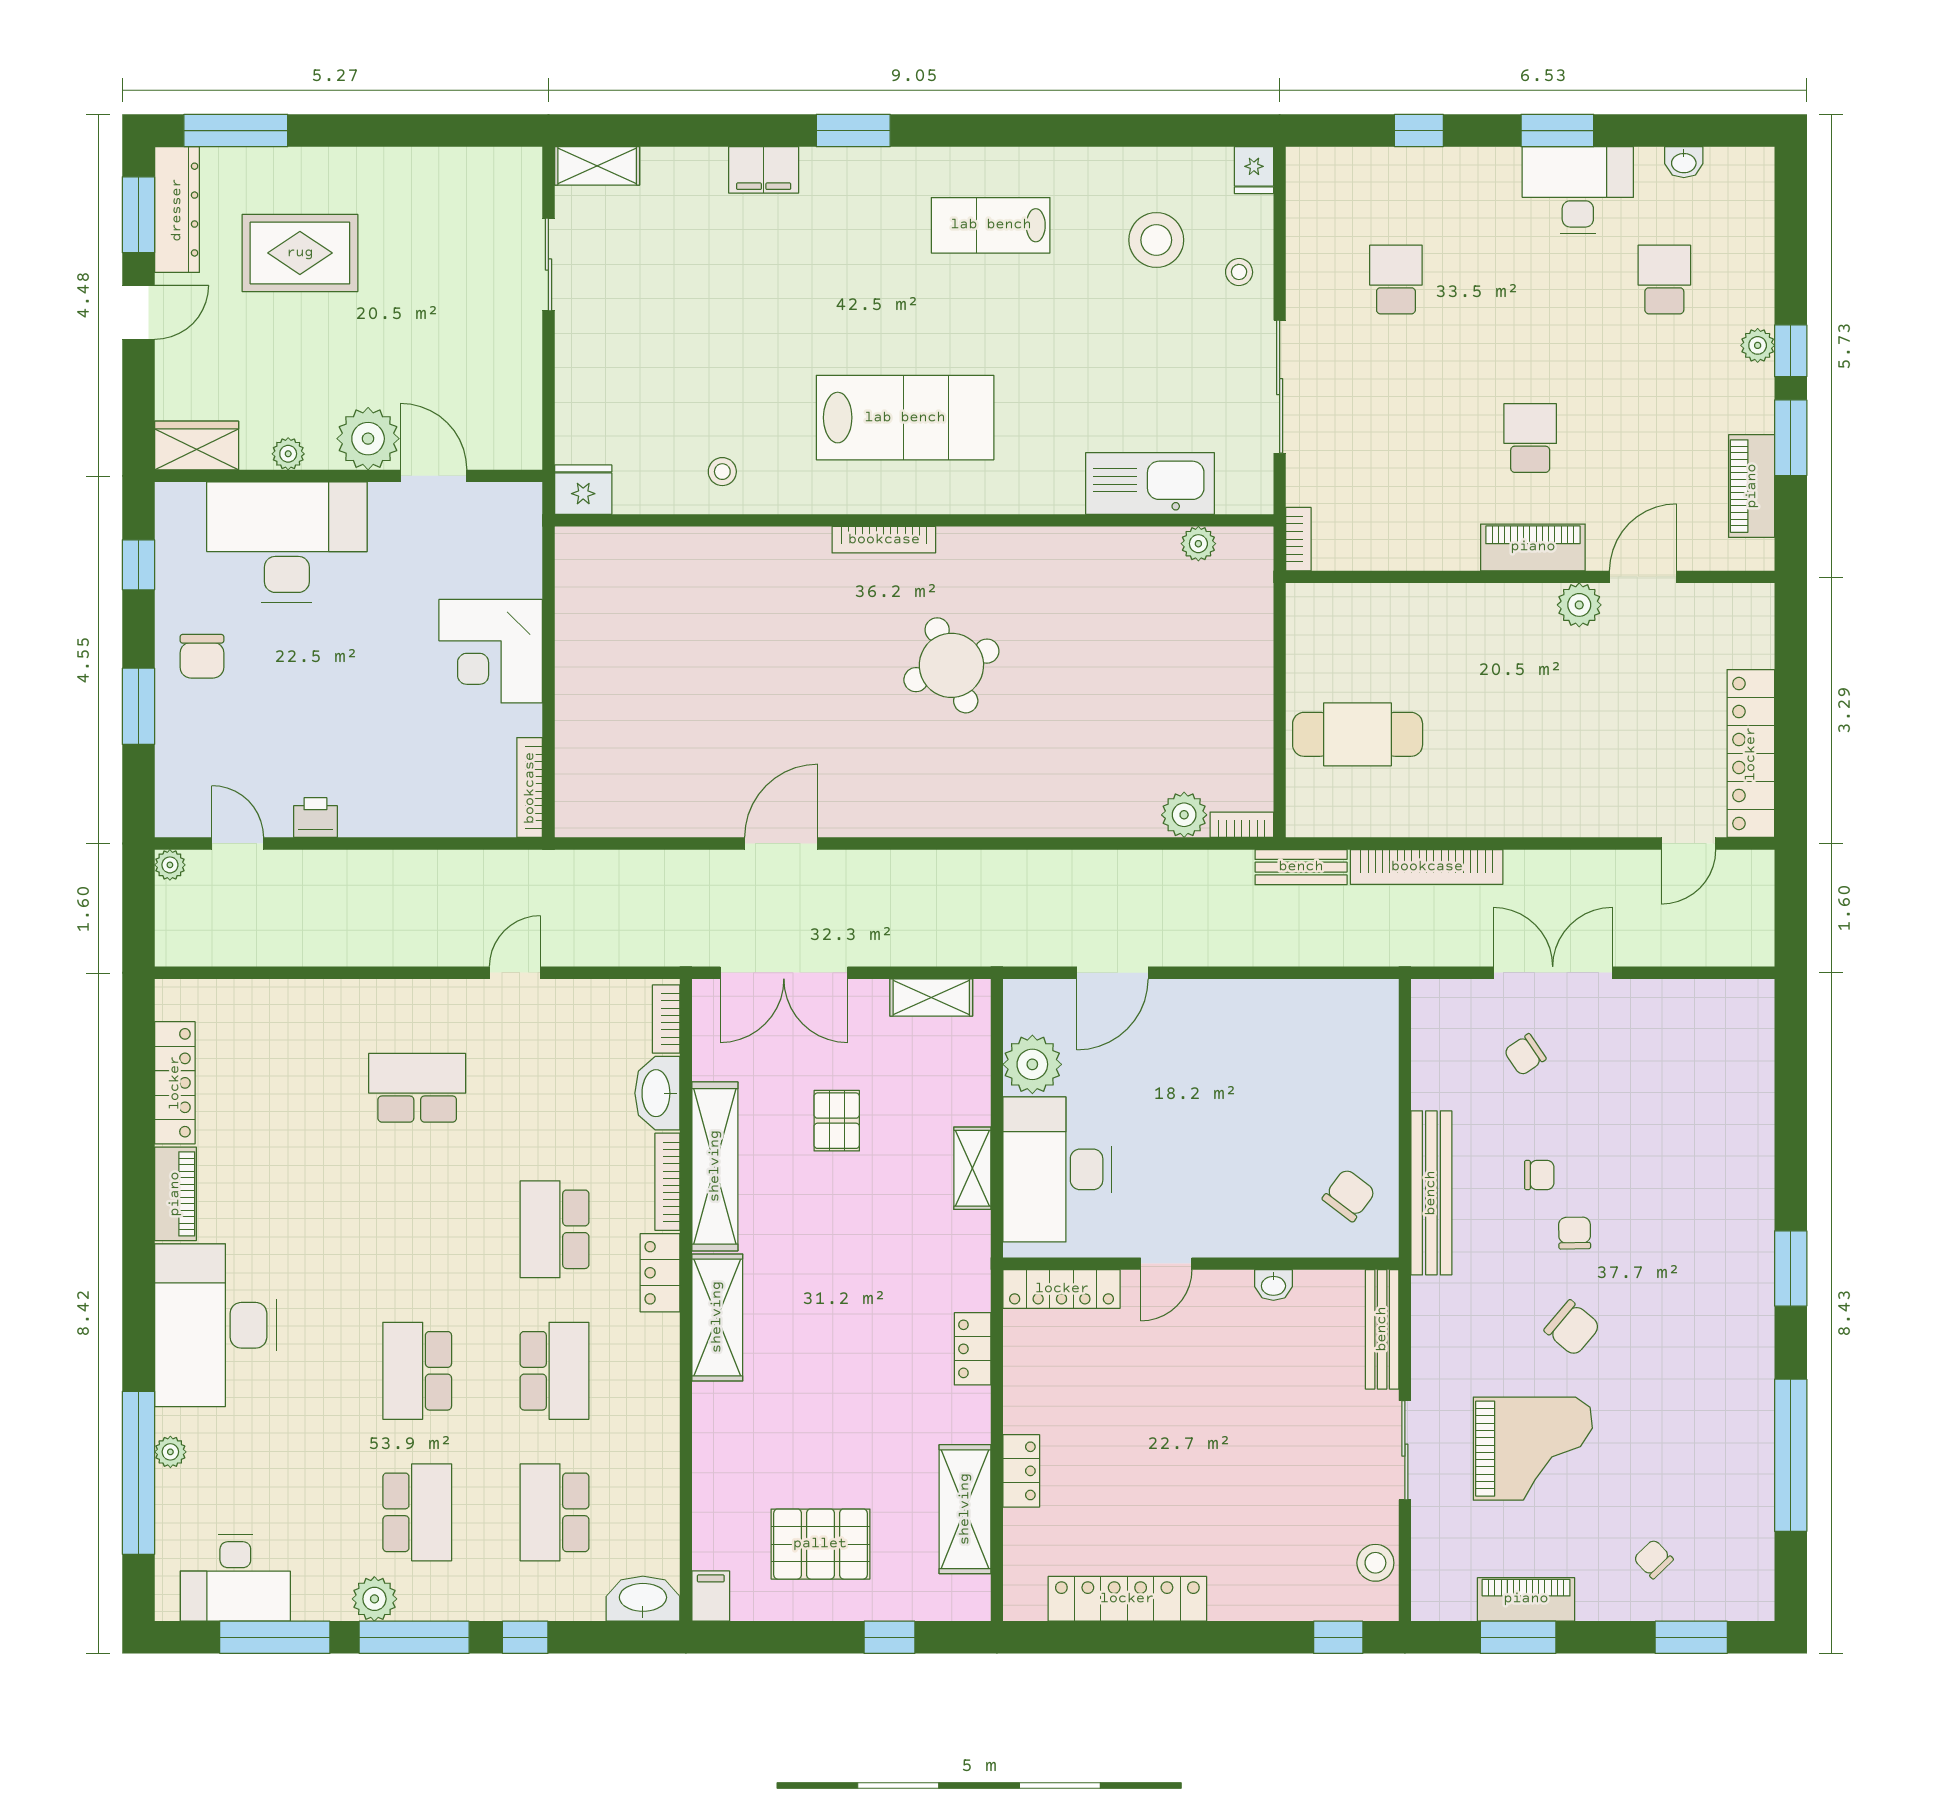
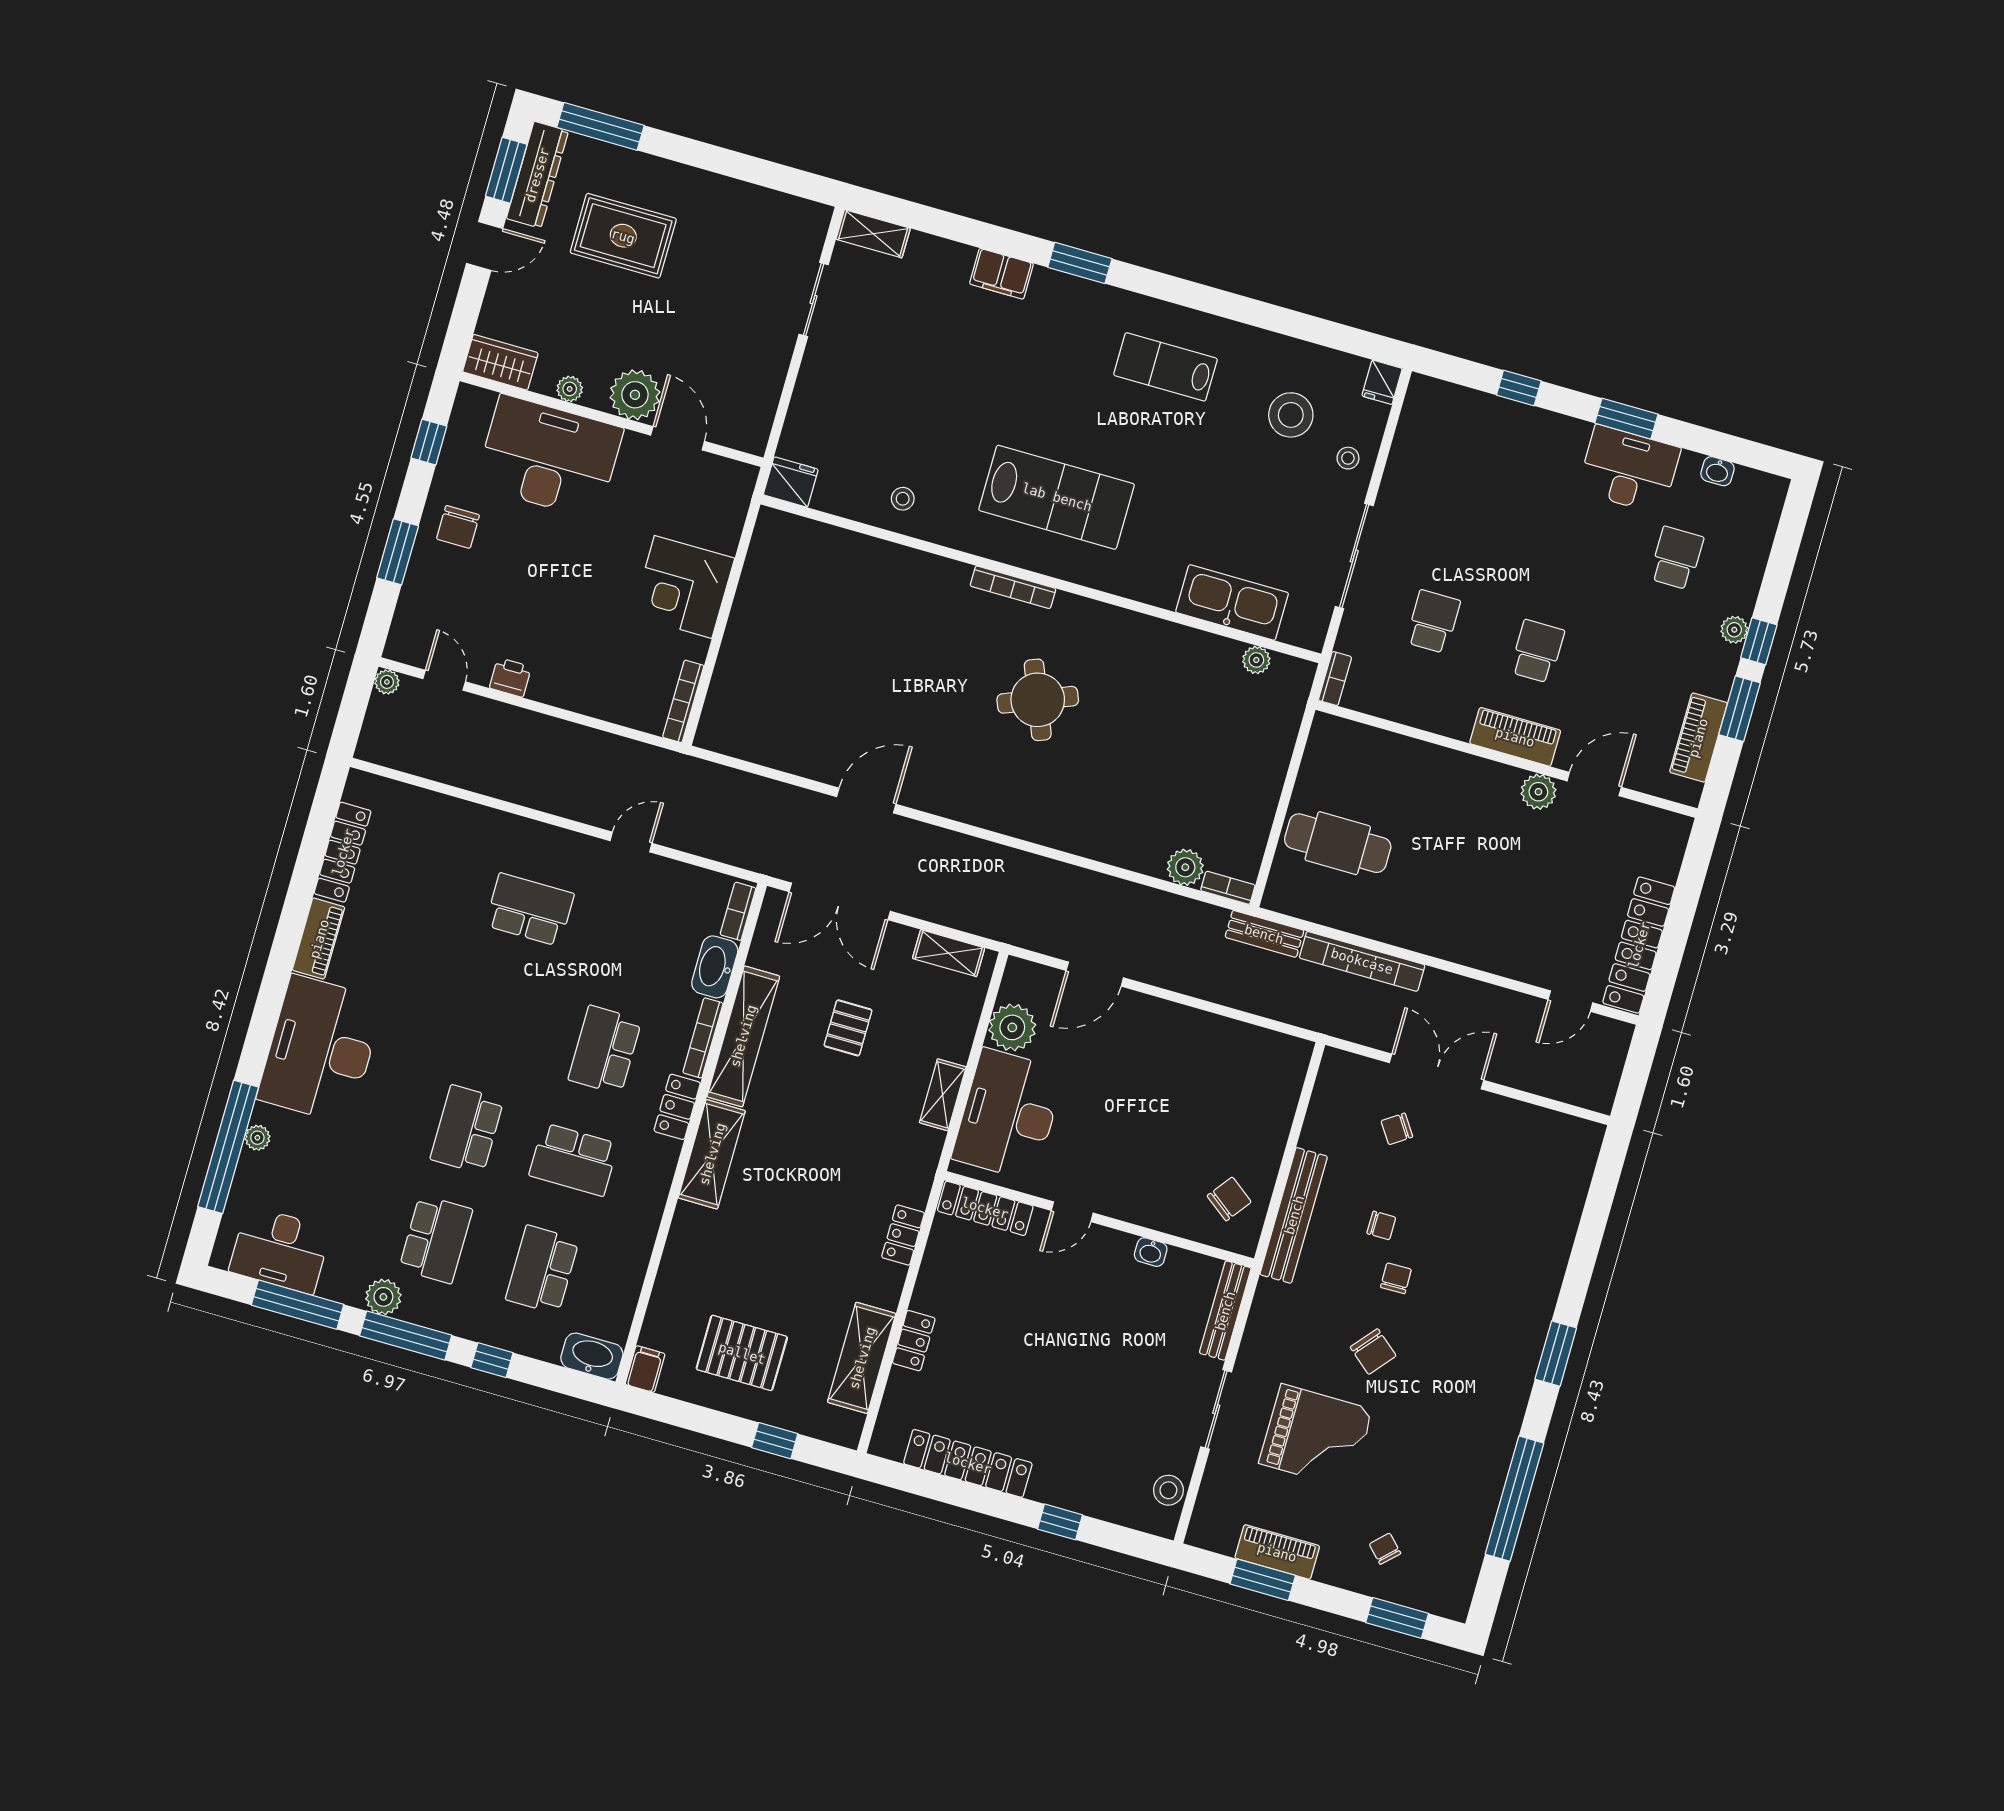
school desk: (1396, 280) -> (1433, 622), moved
school desk: (554, 1371) -> (574, 1160), turned 90
window: (1338, 1637) -> (1060, 1522), moved

